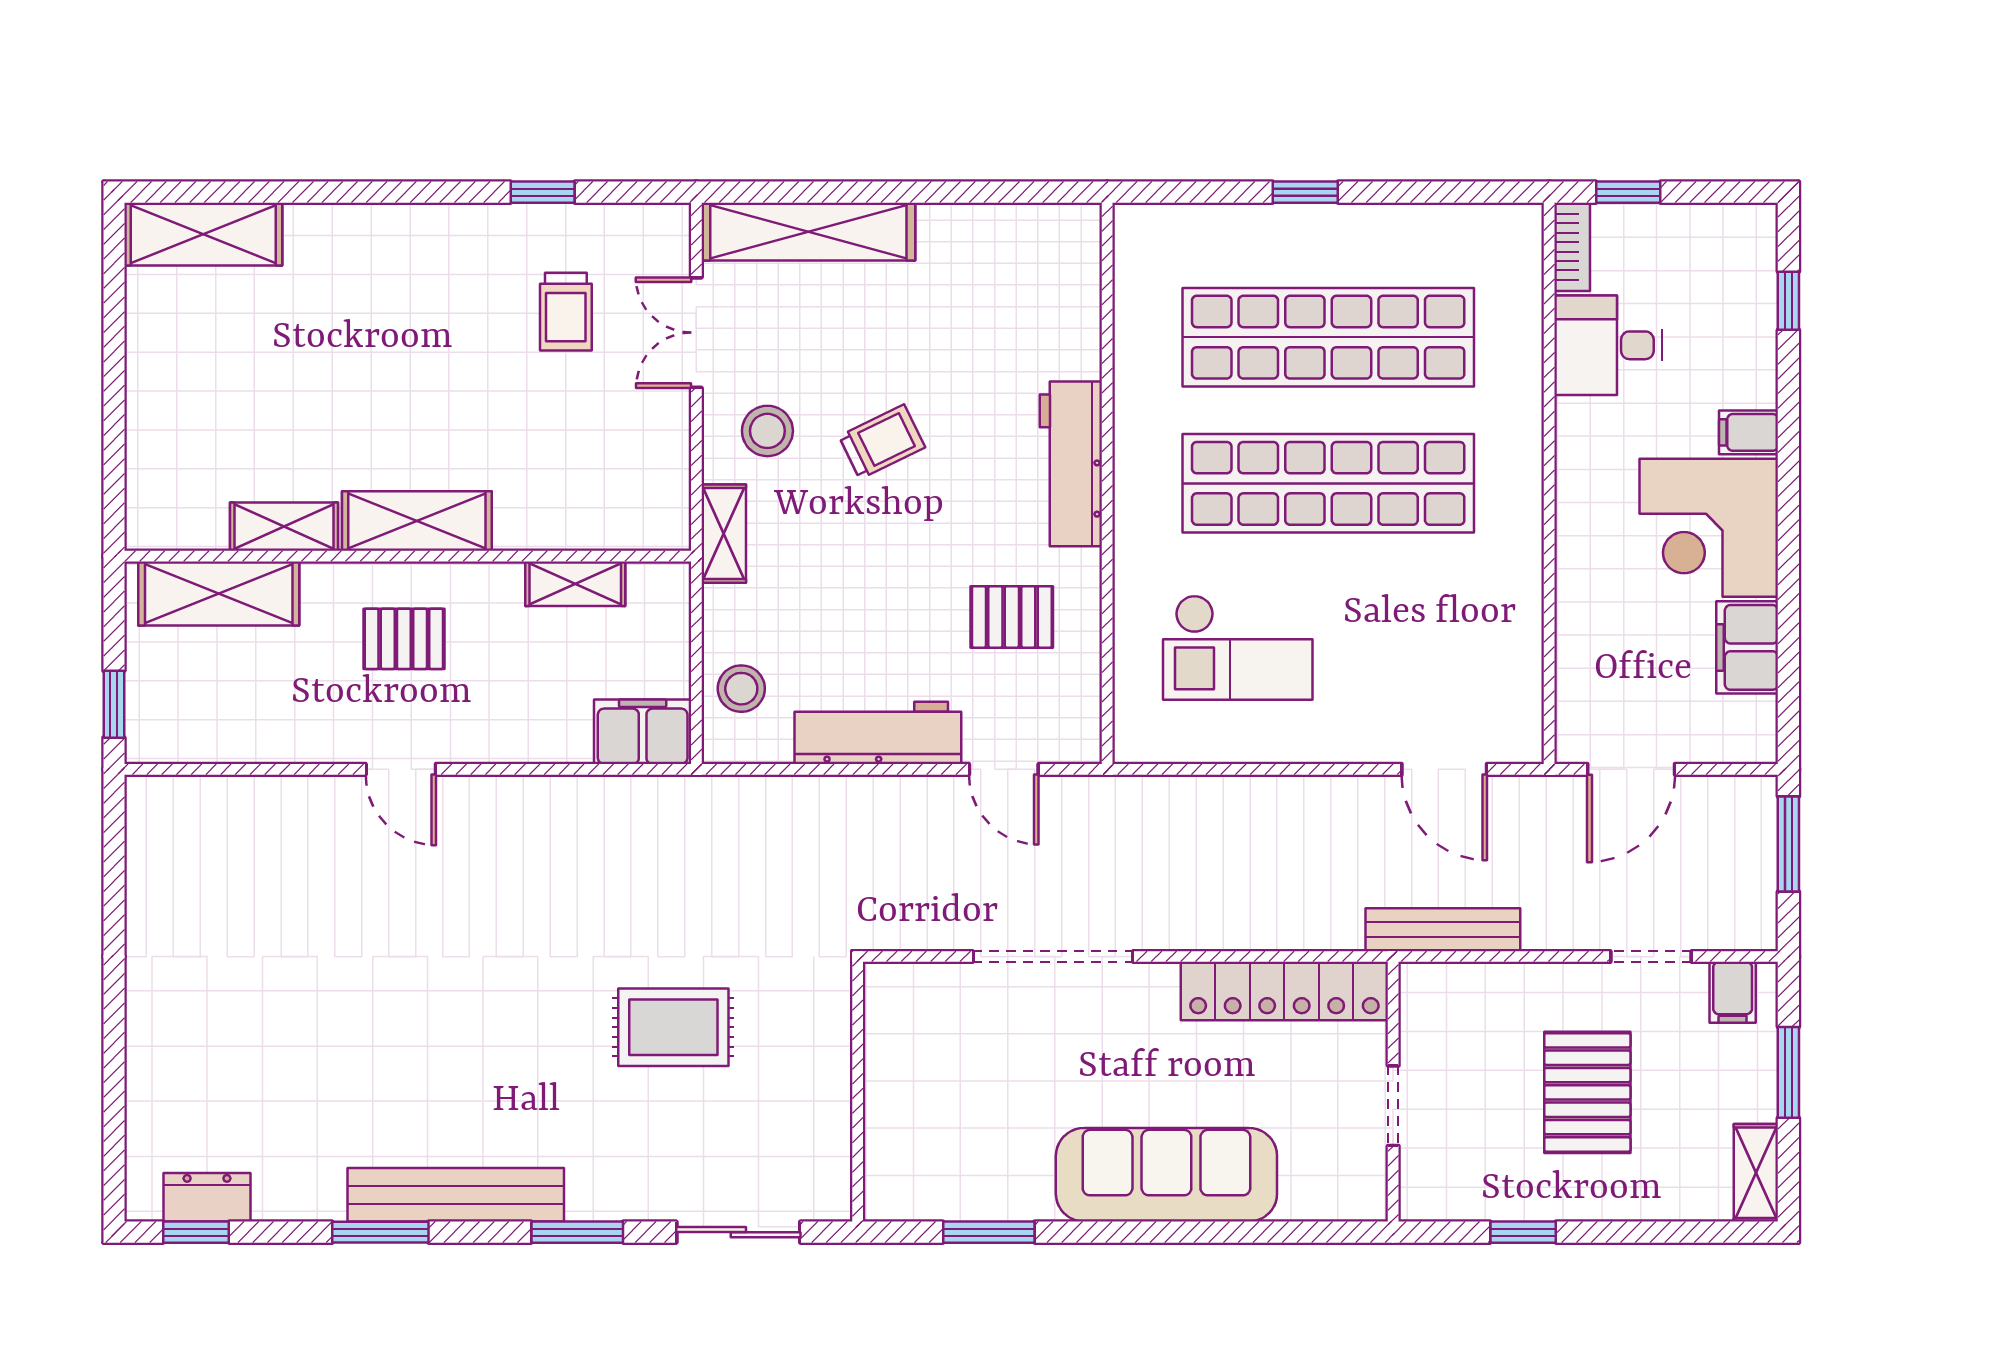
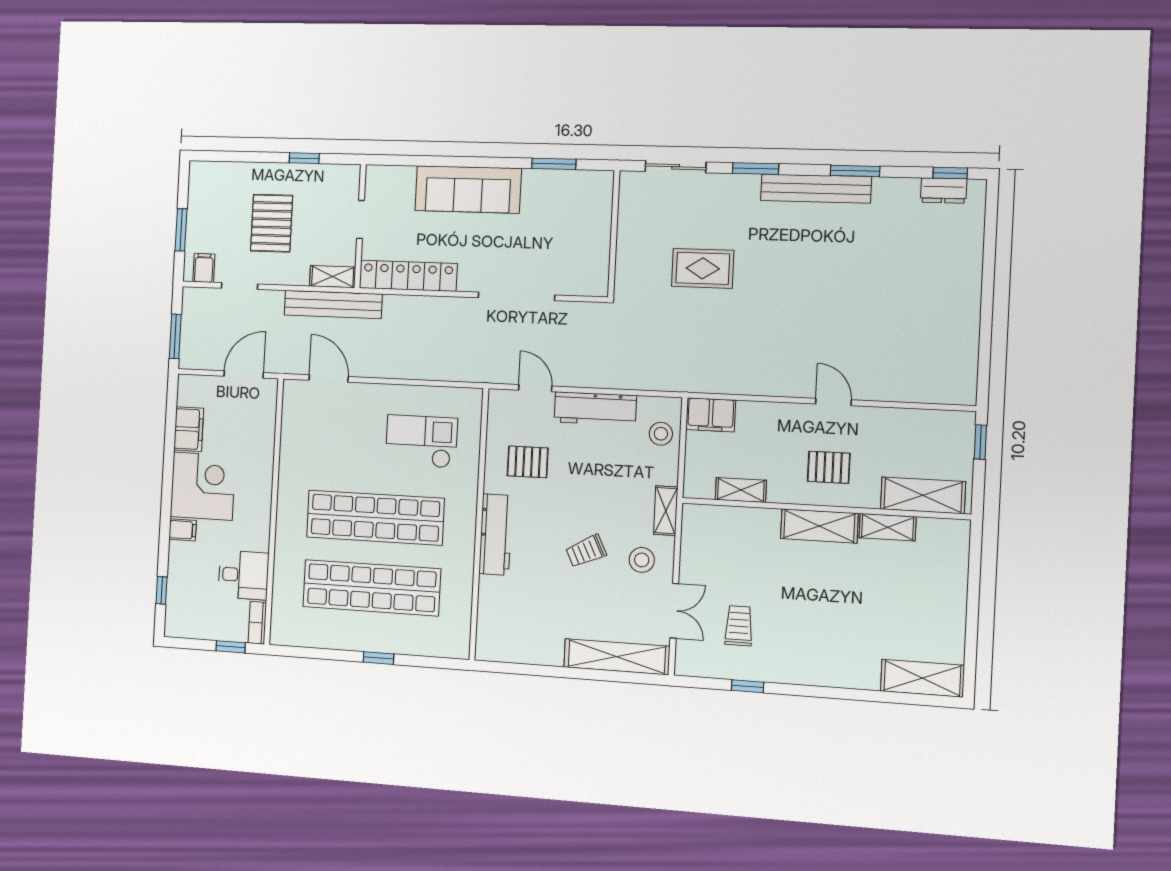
bench: (1443, 930) -> (333, 305), width x1.37, depth x1.21
shelving: (1756, 1173) -> (333, 277), moved, turned 90

